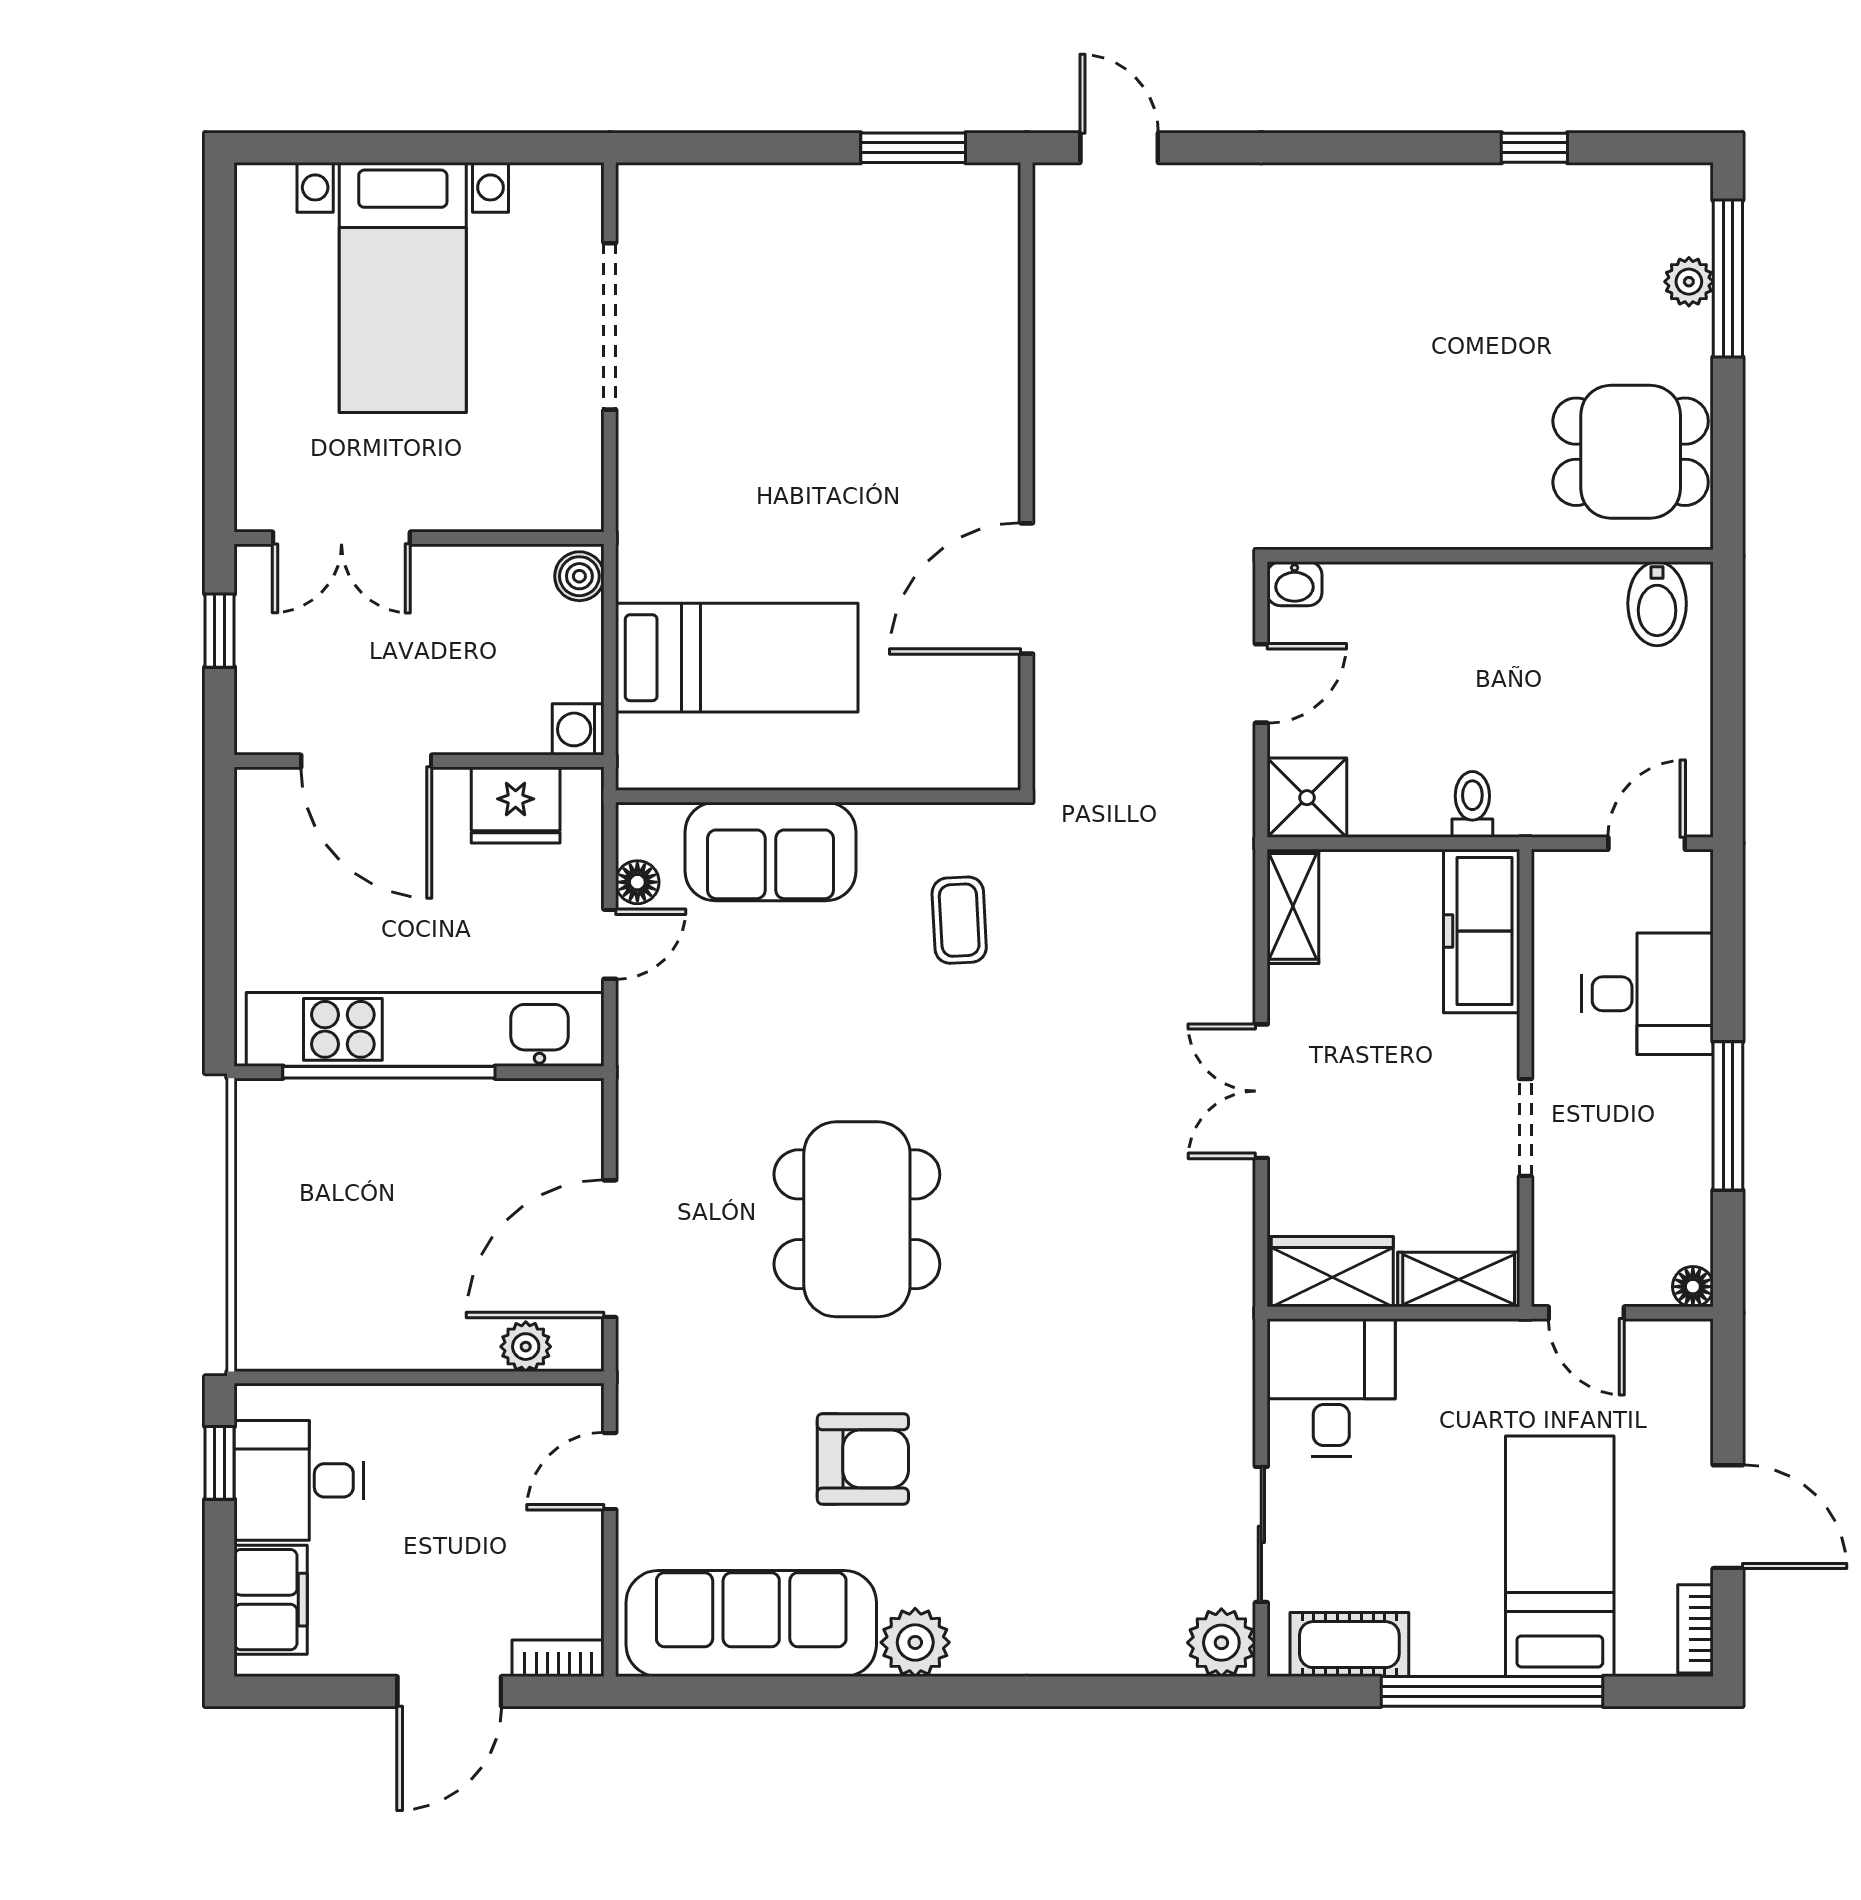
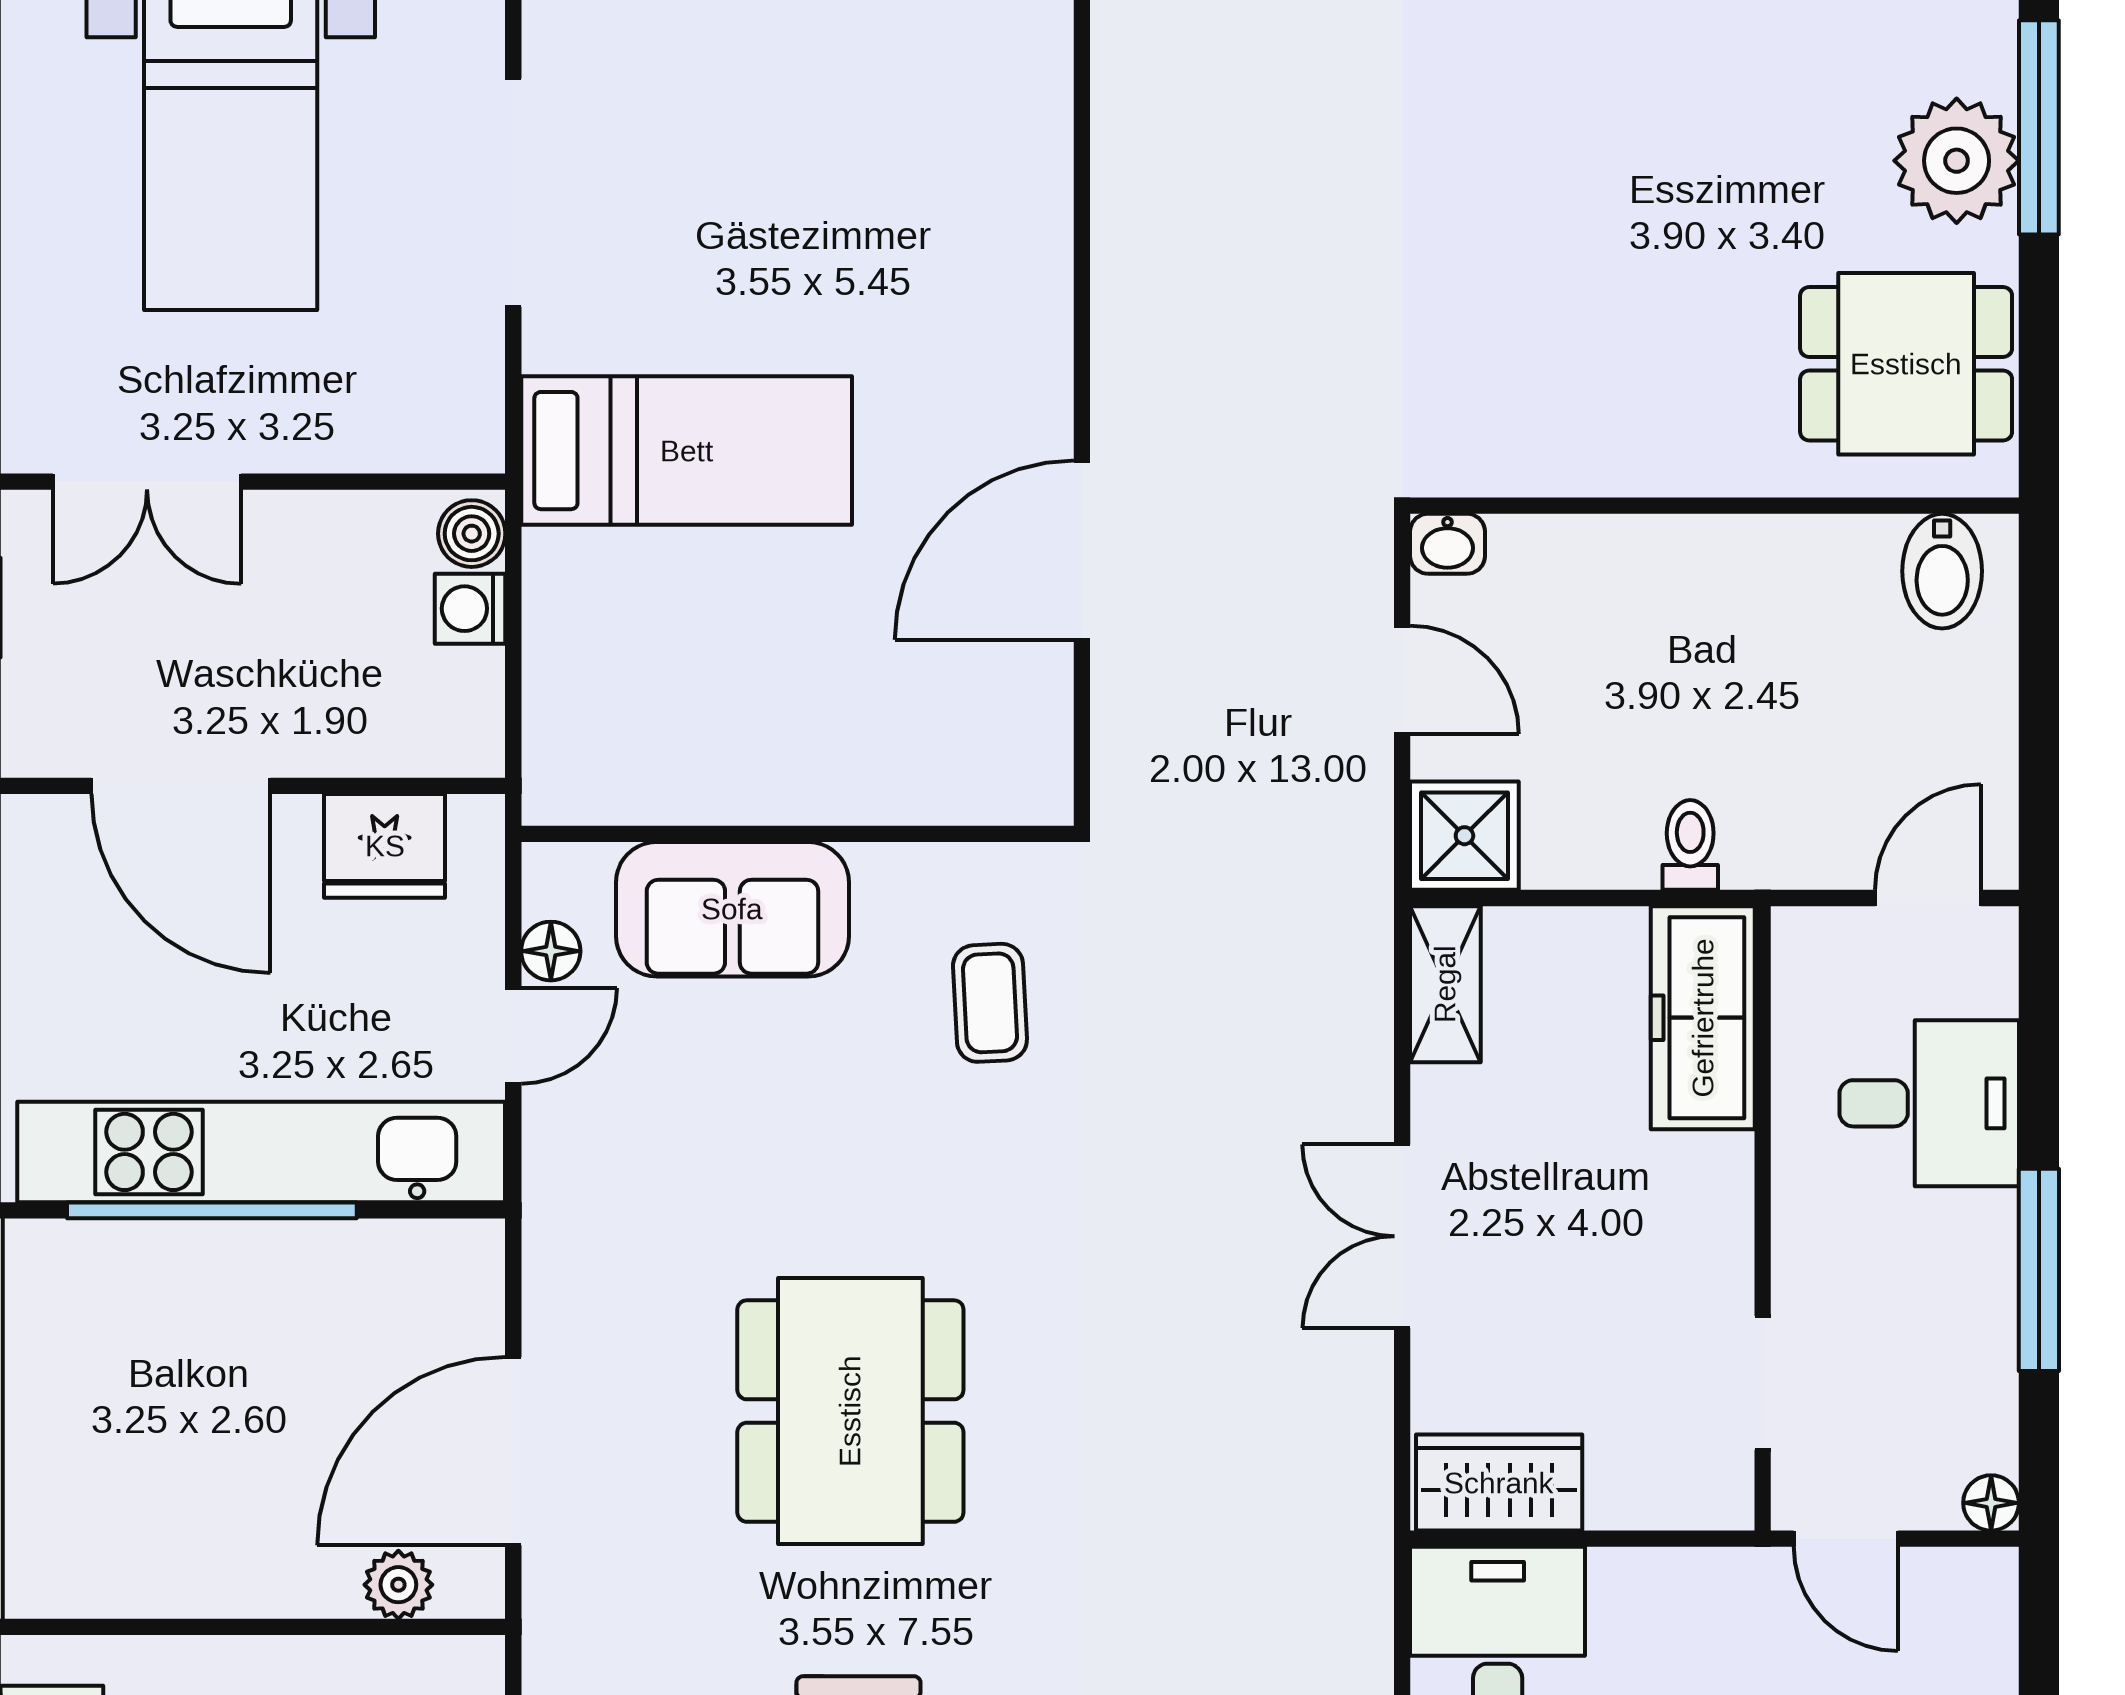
plant: (1689, 282) -> (1957, 161), width x1.88, depth x1.88
bed: (737, 658) -> (687, 451), moved
door: (1261, 683) -> (1402, 680), hinge flipped
washing machine: (578, 729) -> (470, 609), moved
doorway: (1525, 1128) -> (1763, 1383), moved
shelving: (1459, 1280) -> (1672, 1493), removed

